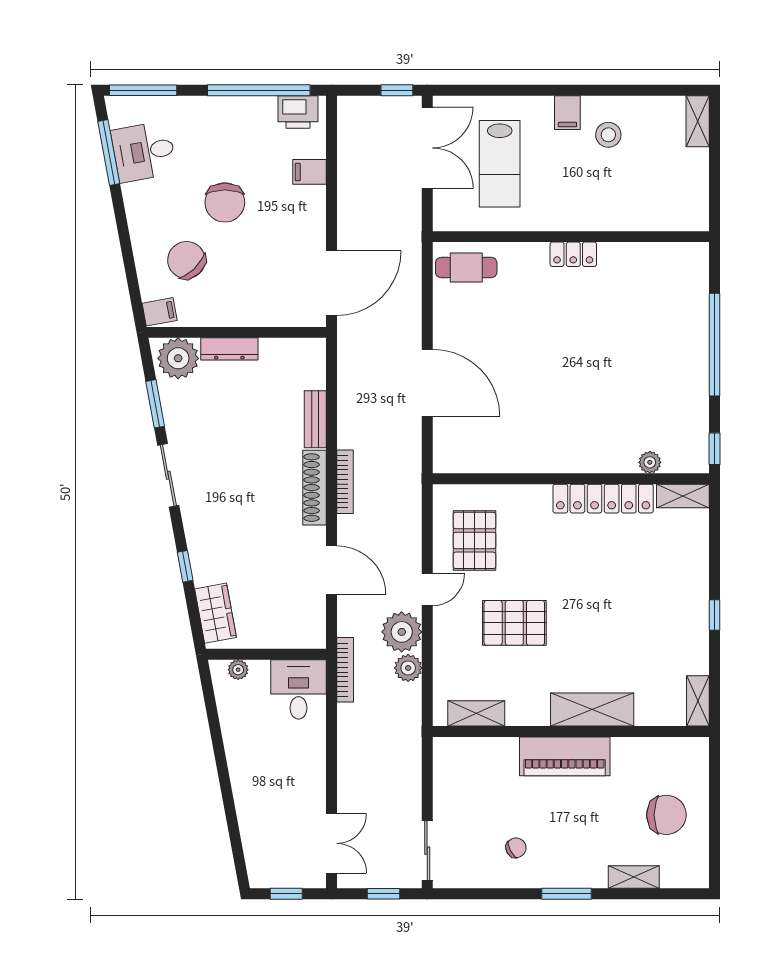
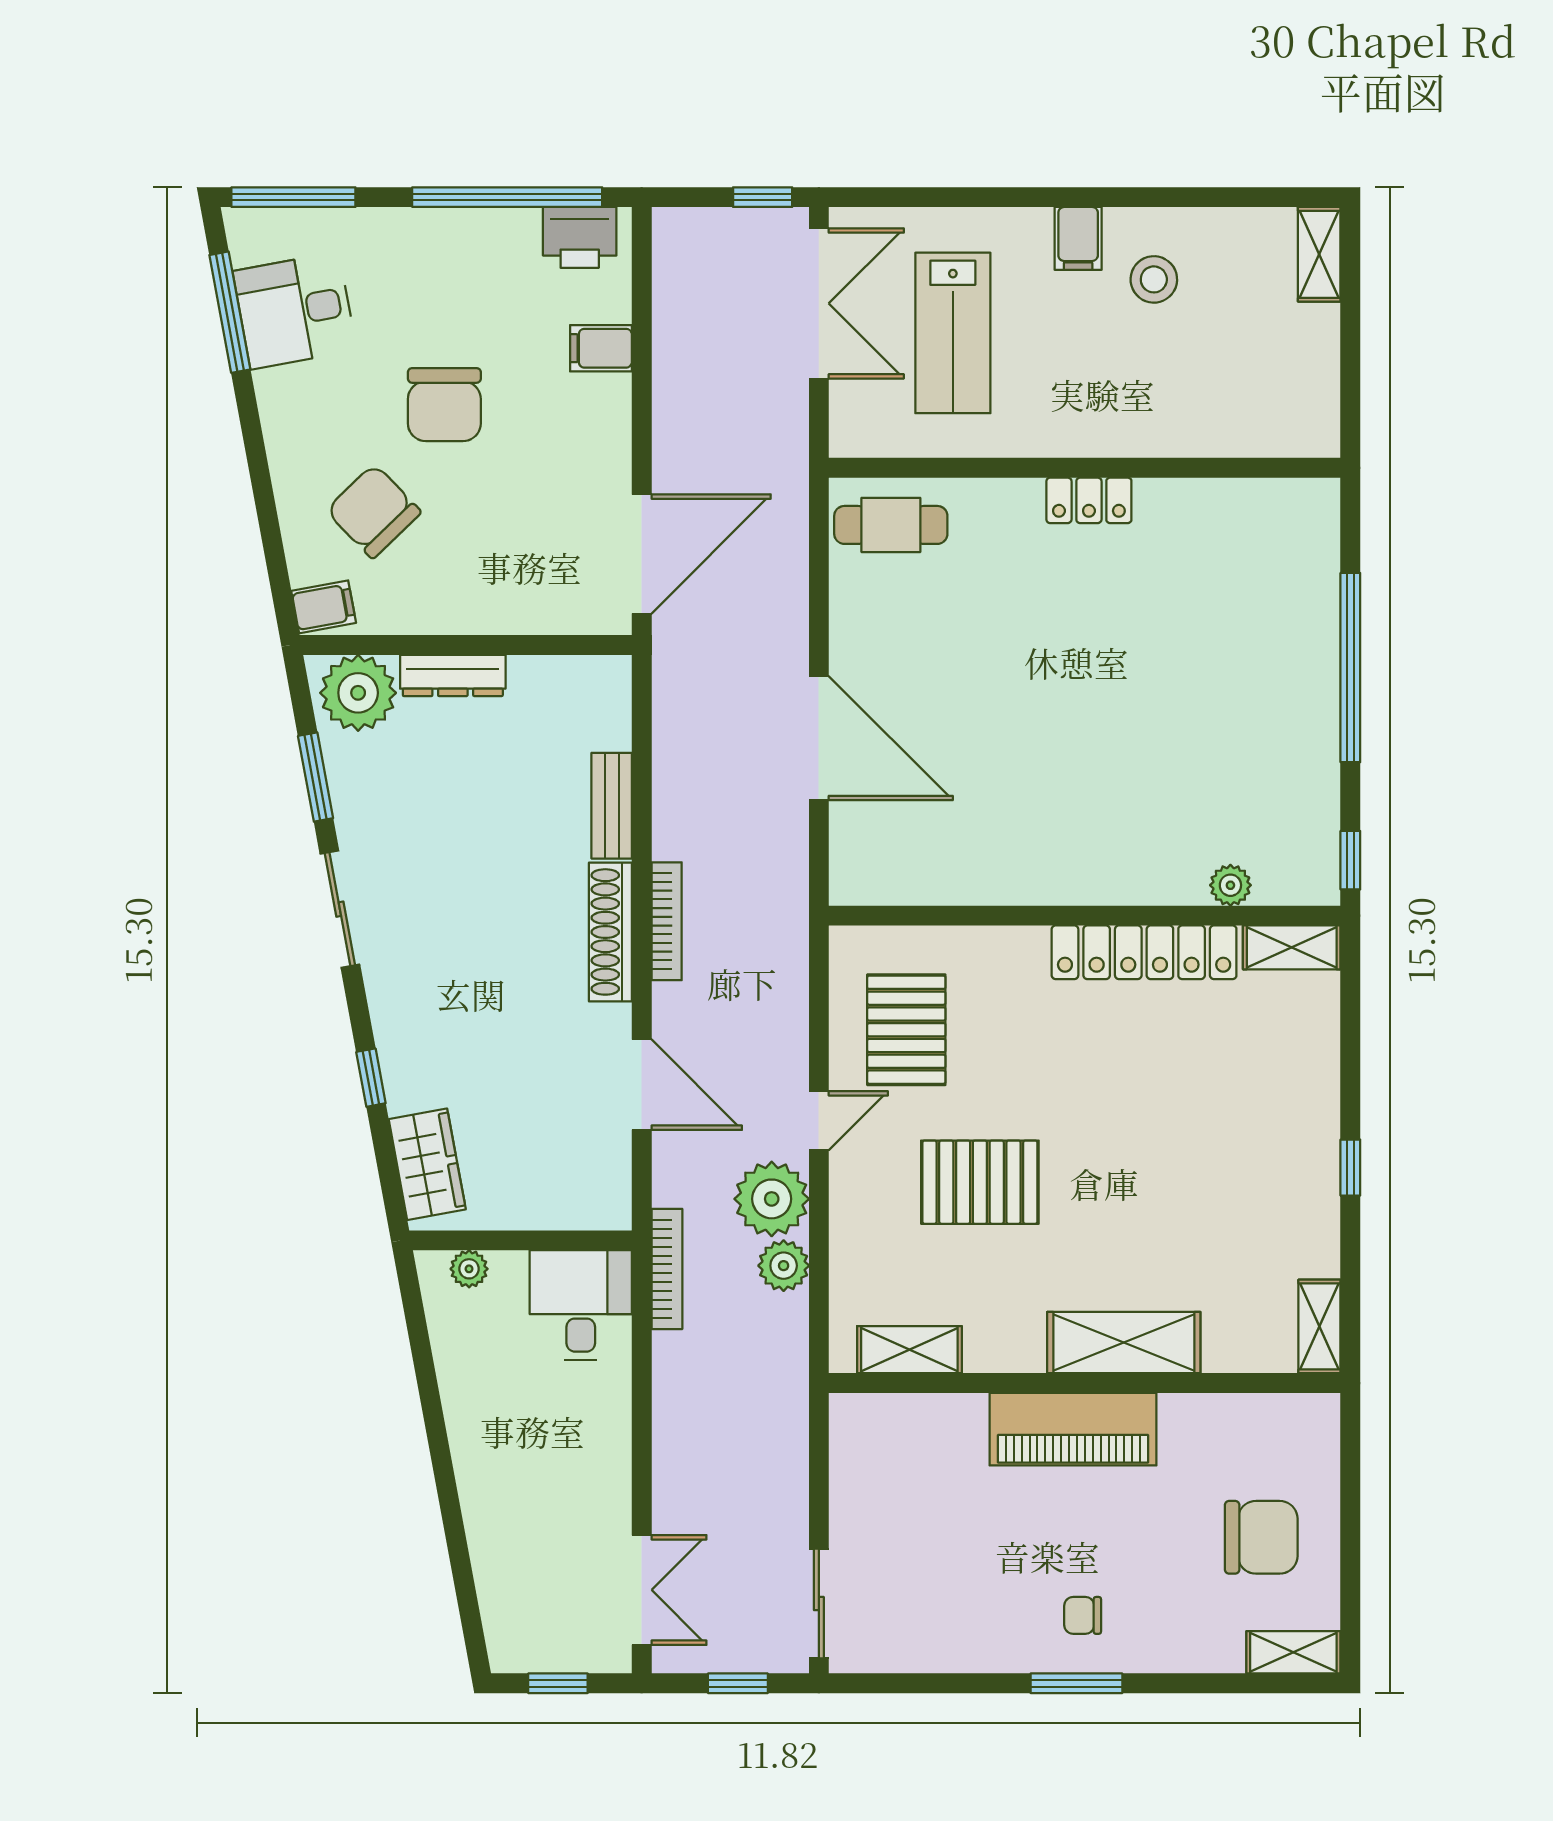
chair: (516, 848) -> (1083, 1615), moved, turned -152
shelving: (634, 877) -> (1293, 1652), moved

